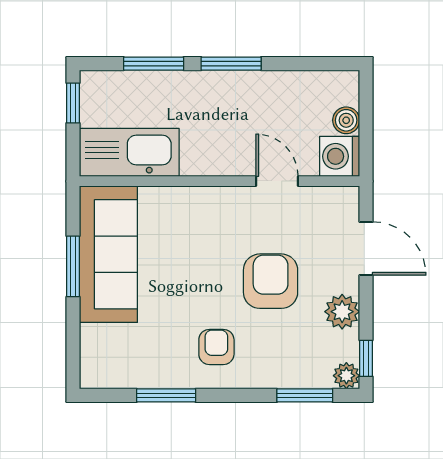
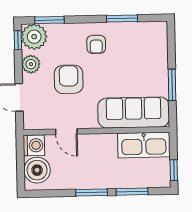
boiler: (346, 120) -> (37, 170), width x1.86, depth x1.86
sofa: (108, 254) -> (134, 113), moved, turned 90
armchair: (271, 281) -> (69, 79), turned 180
plant: (346, 376) -> (34, 37), width x1.88, depth x1.88

